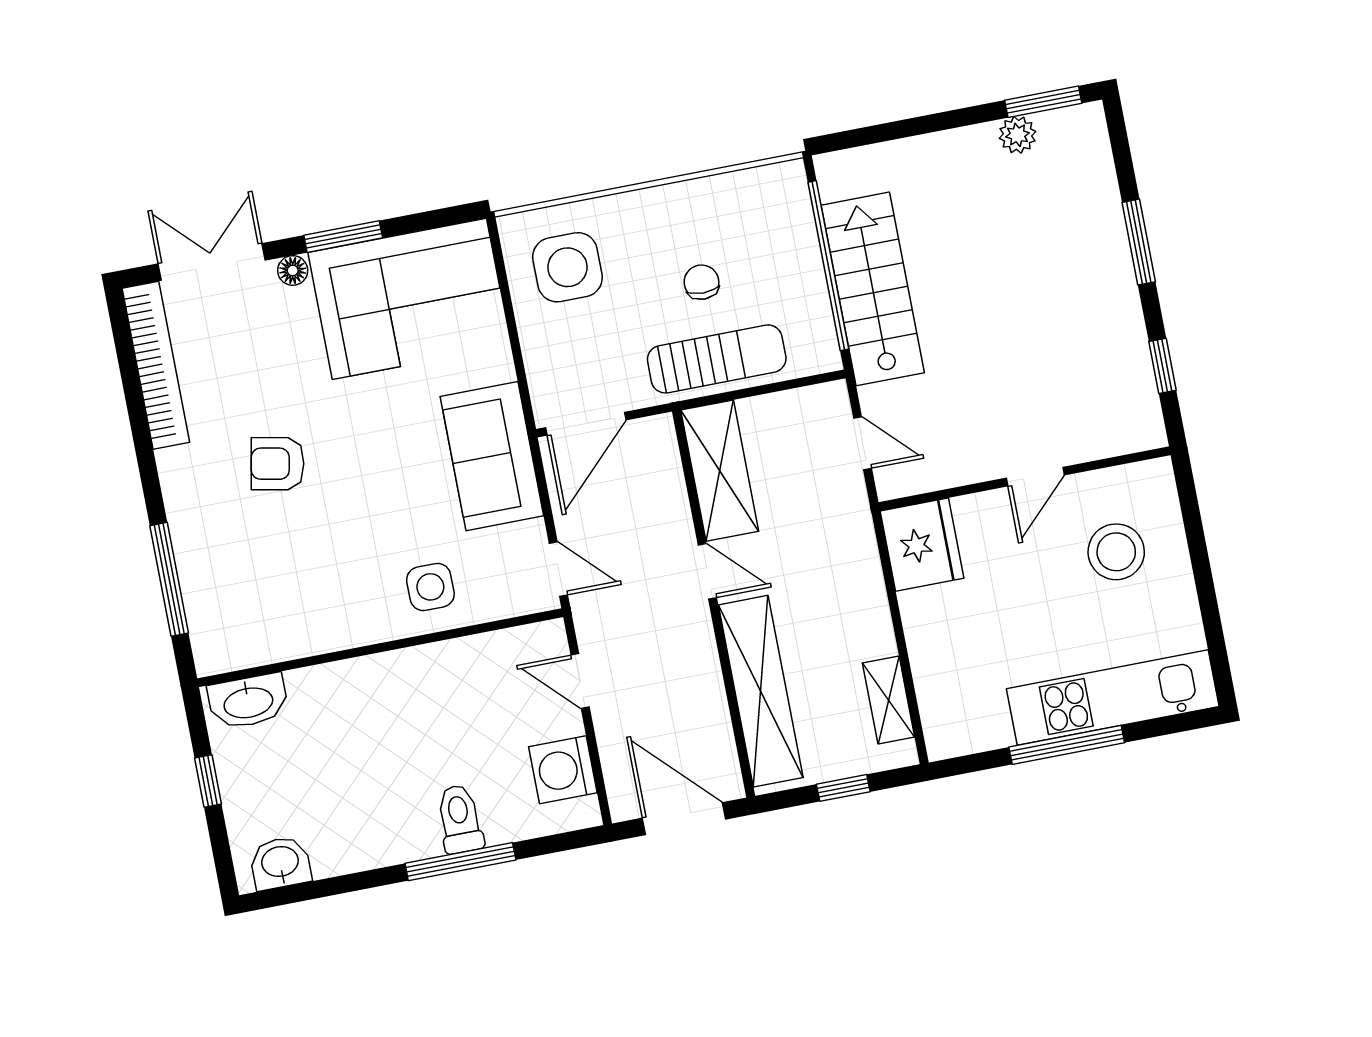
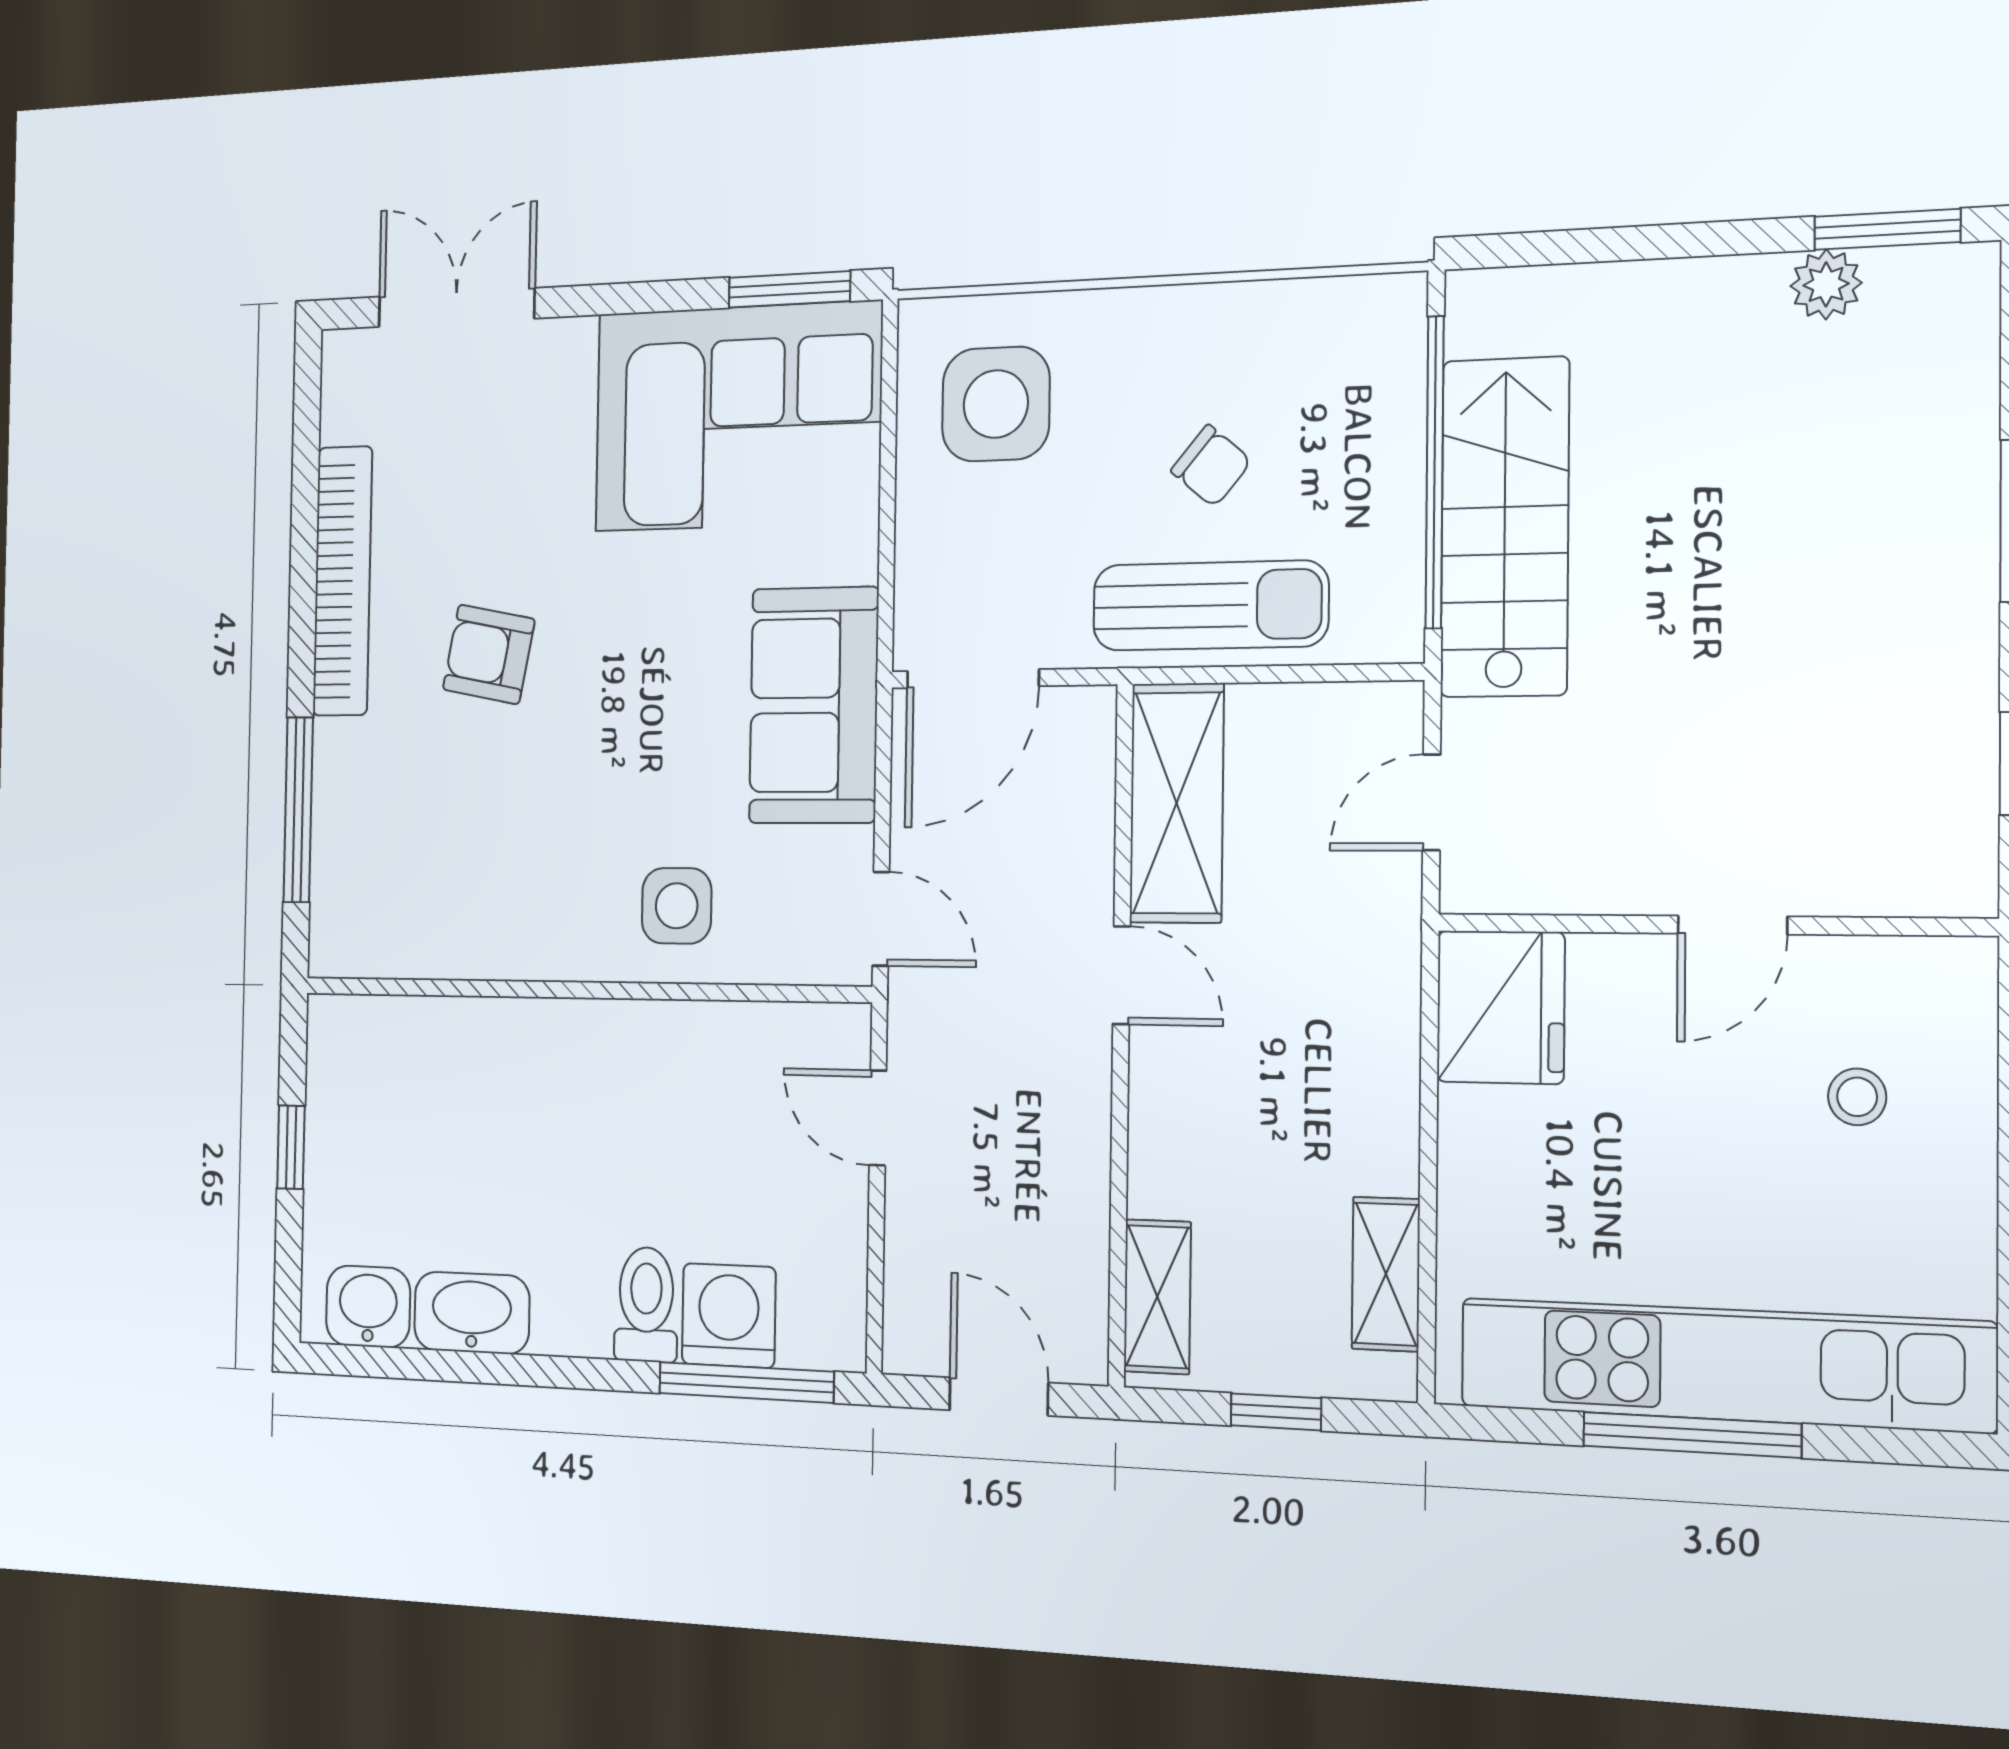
window: (343, 237) -> (789, 289), moved
floor lamp: (293, 270) -> (572, 341), removed
chair: (702, 282) -> (1211, 466), turned 130
bookcase: (156, 365) -> (343, 581), moved
door: (863, 443) -> (1432, 802), swing flipped
stool: (1116, 552) -> (1857, 1097), width x0.53, depth x0.53
shelving: (761, 691) -> (1157, 1297), width x0.45, depth x0.75
kitchen unit: (1113, 698) -> (1724, 1365), width x1.36
washbasin: (248, 701) -> (472, 1313), moved, turned 180
washing machine: (563, 770) -> (729, 1316), moved, turned 90
door: (684, 819) -> (999, 1396), width x0.73
window: (460, 862) -> (746, 1382), moved

